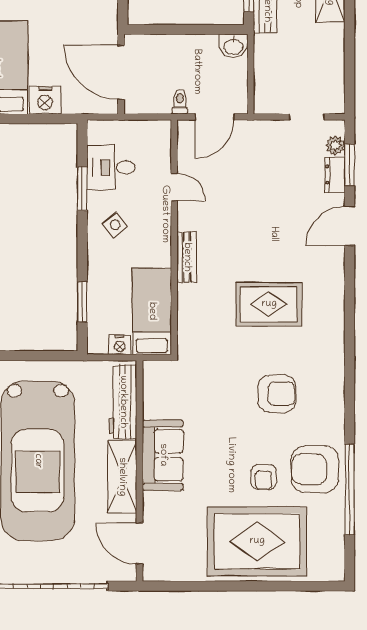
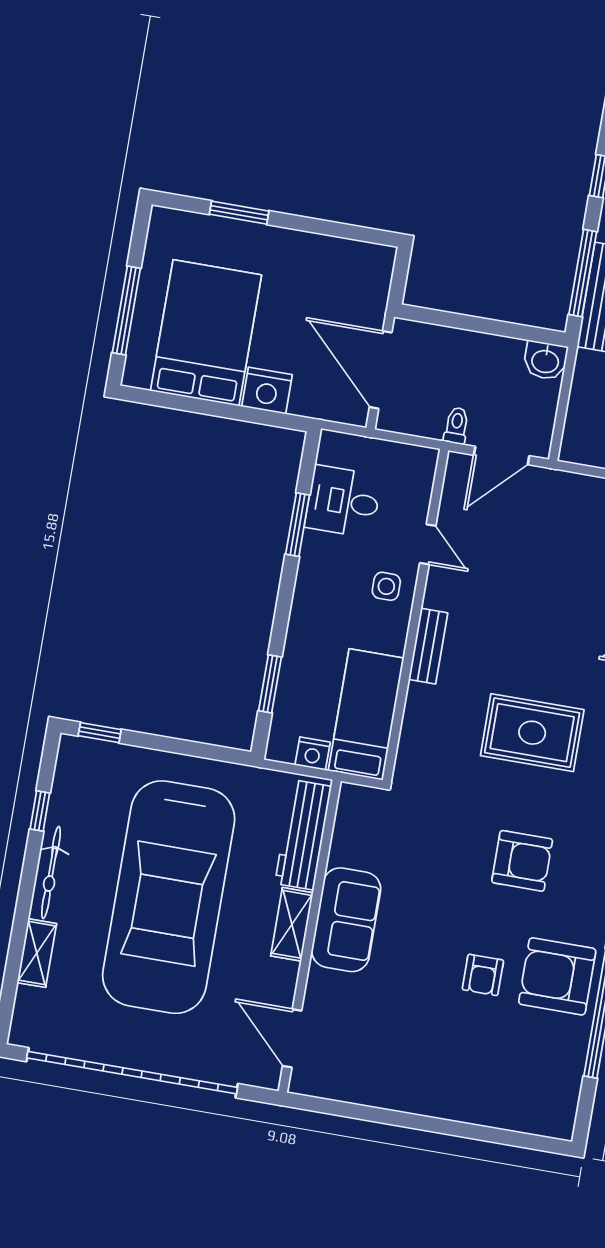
side table: (115, 225) -> (386, 586), moved, turned 38
shelving: (122, 477) -> (292, 924), width x0.67, depth x0.75
rug: (257, 541) -> (458, 1064), removed

